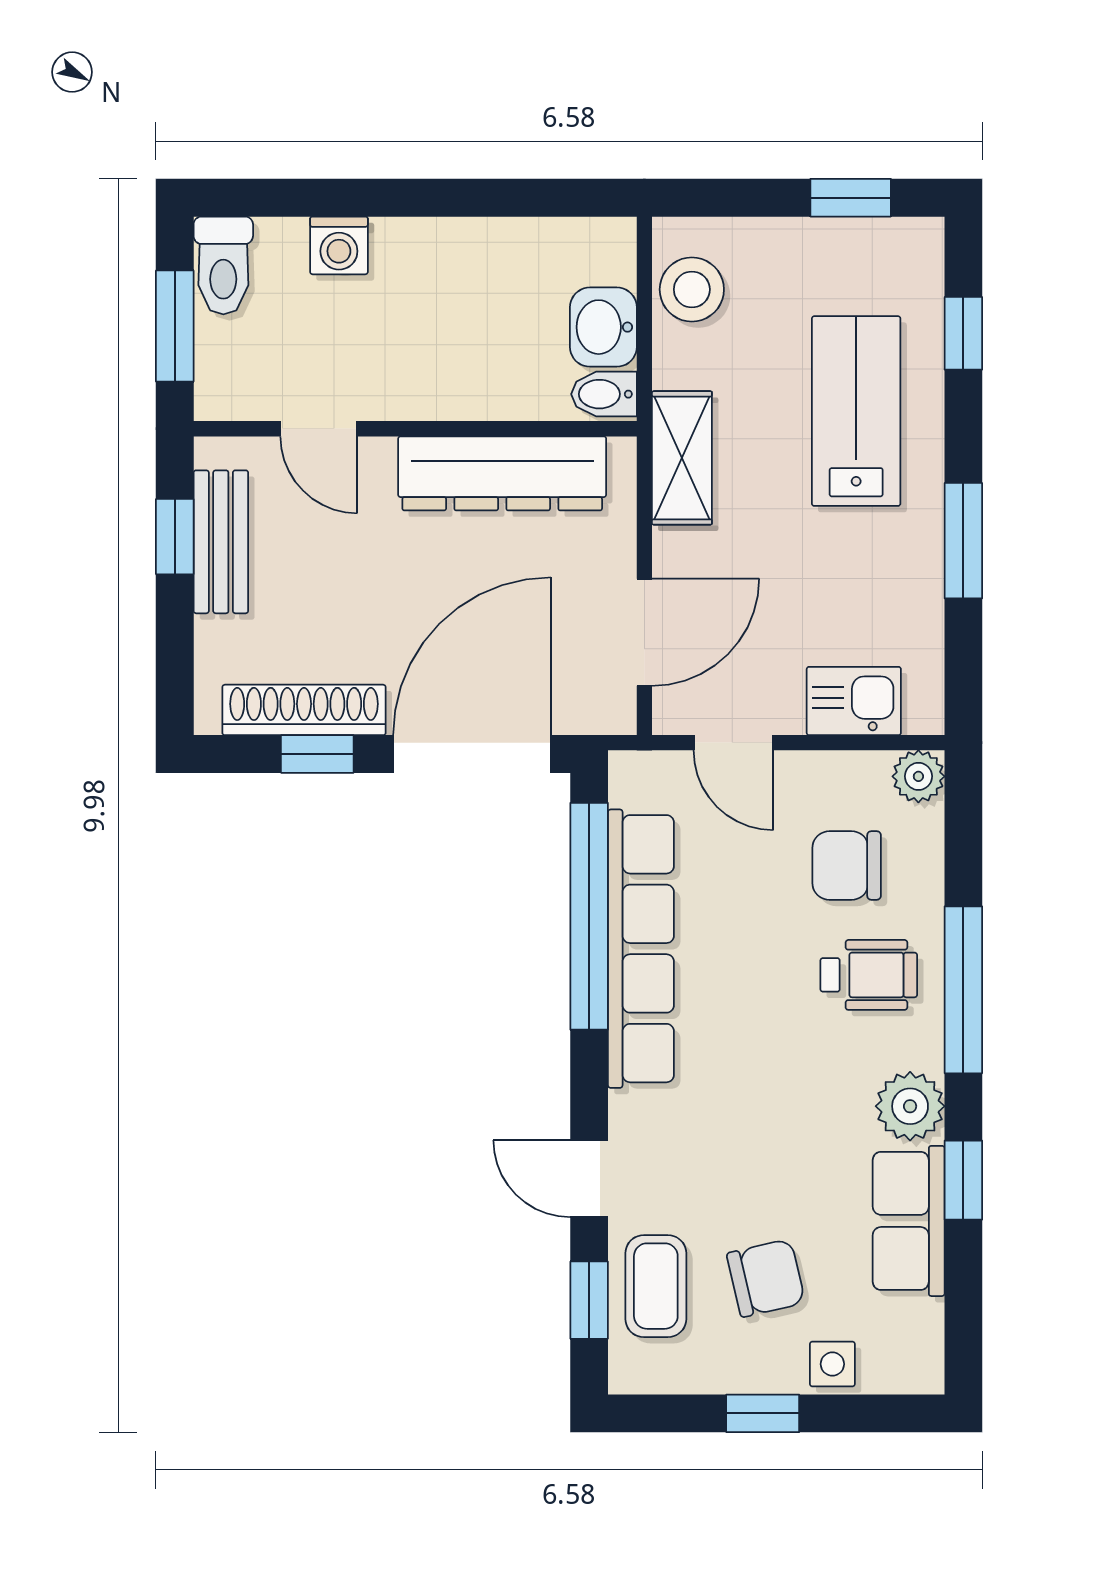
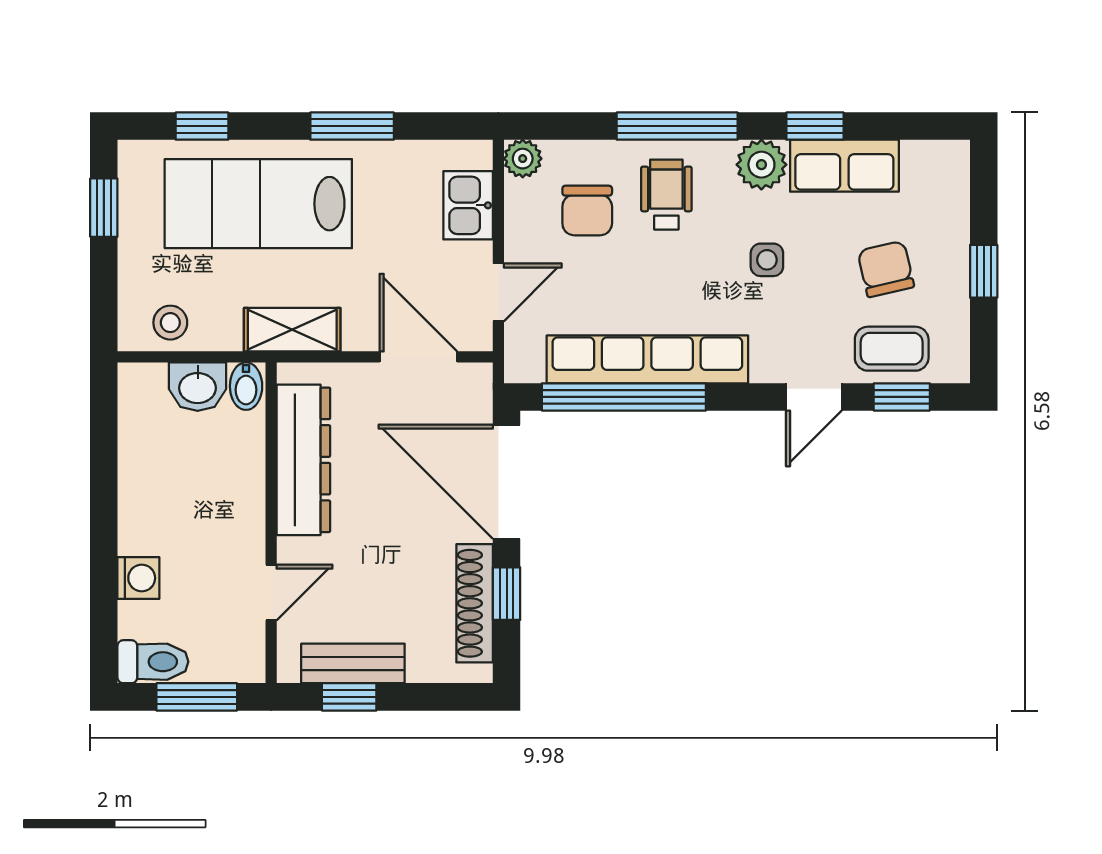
stool: (692, 289) -> (170, 323), width x0.73, depth x0.73
lab bench: (856, 411) -> (258, 204), width x1.36, depth x1.39
side table: (832, 1364) -> (767, 260), moved

